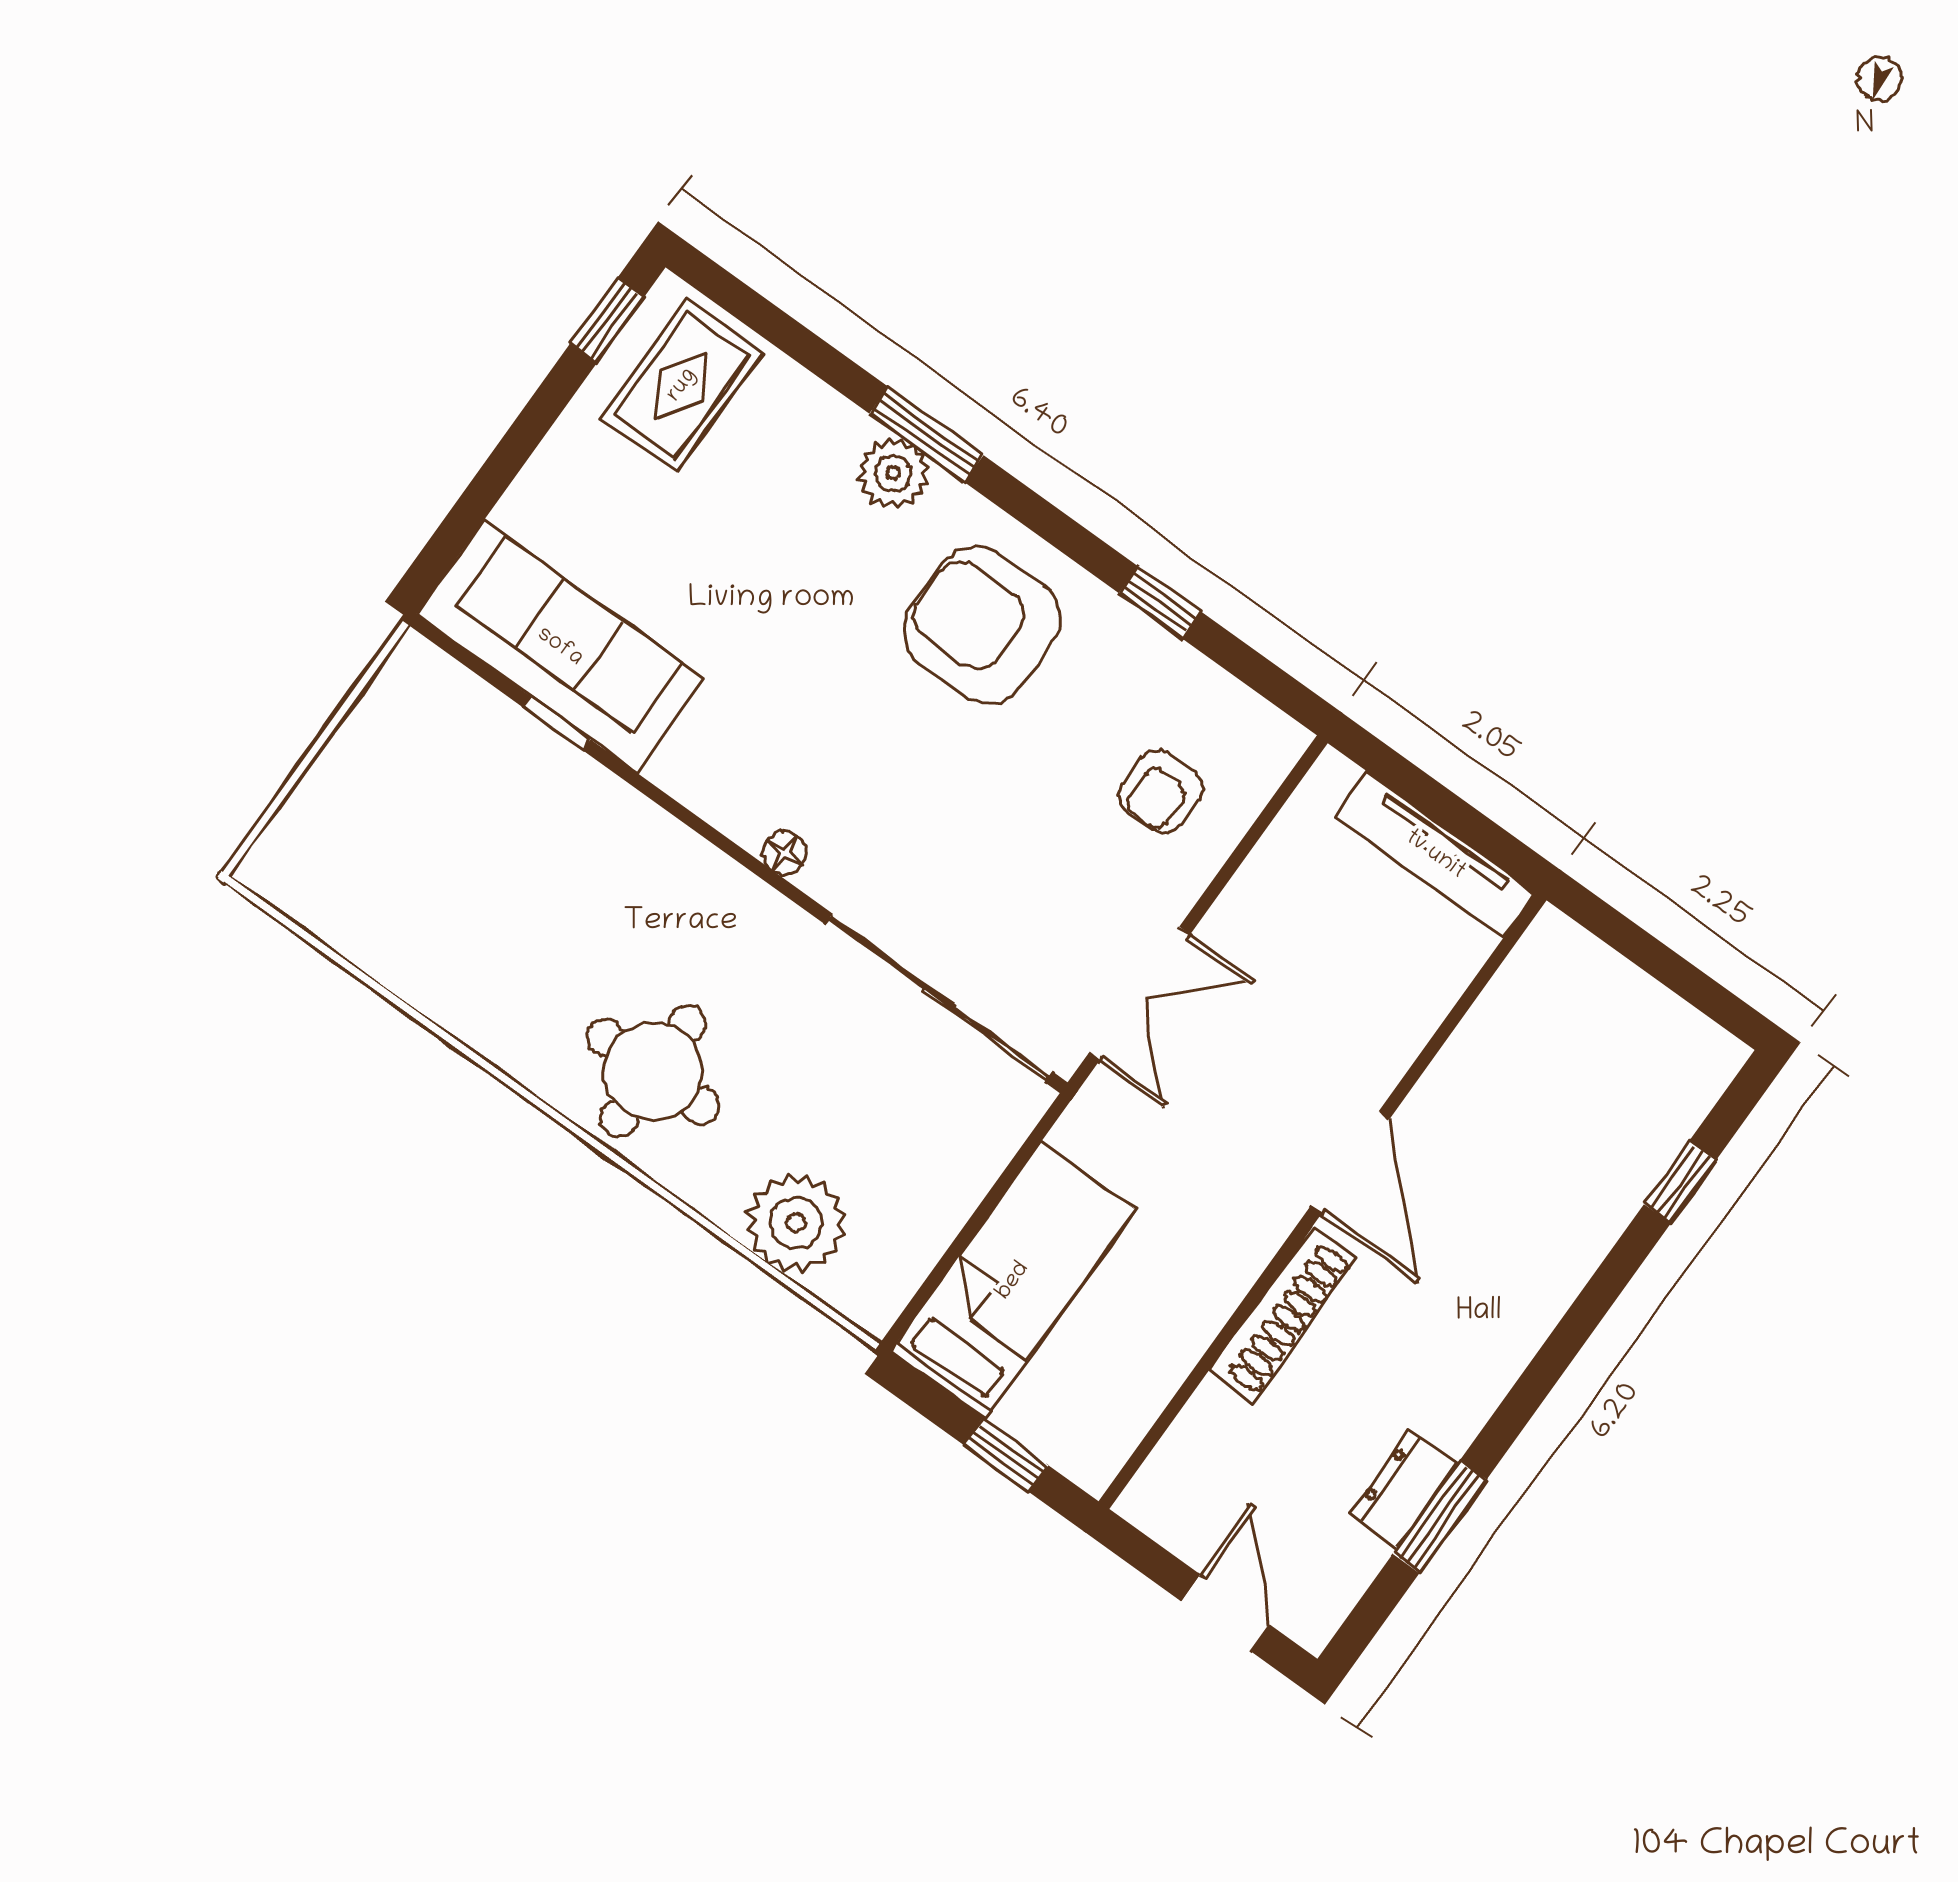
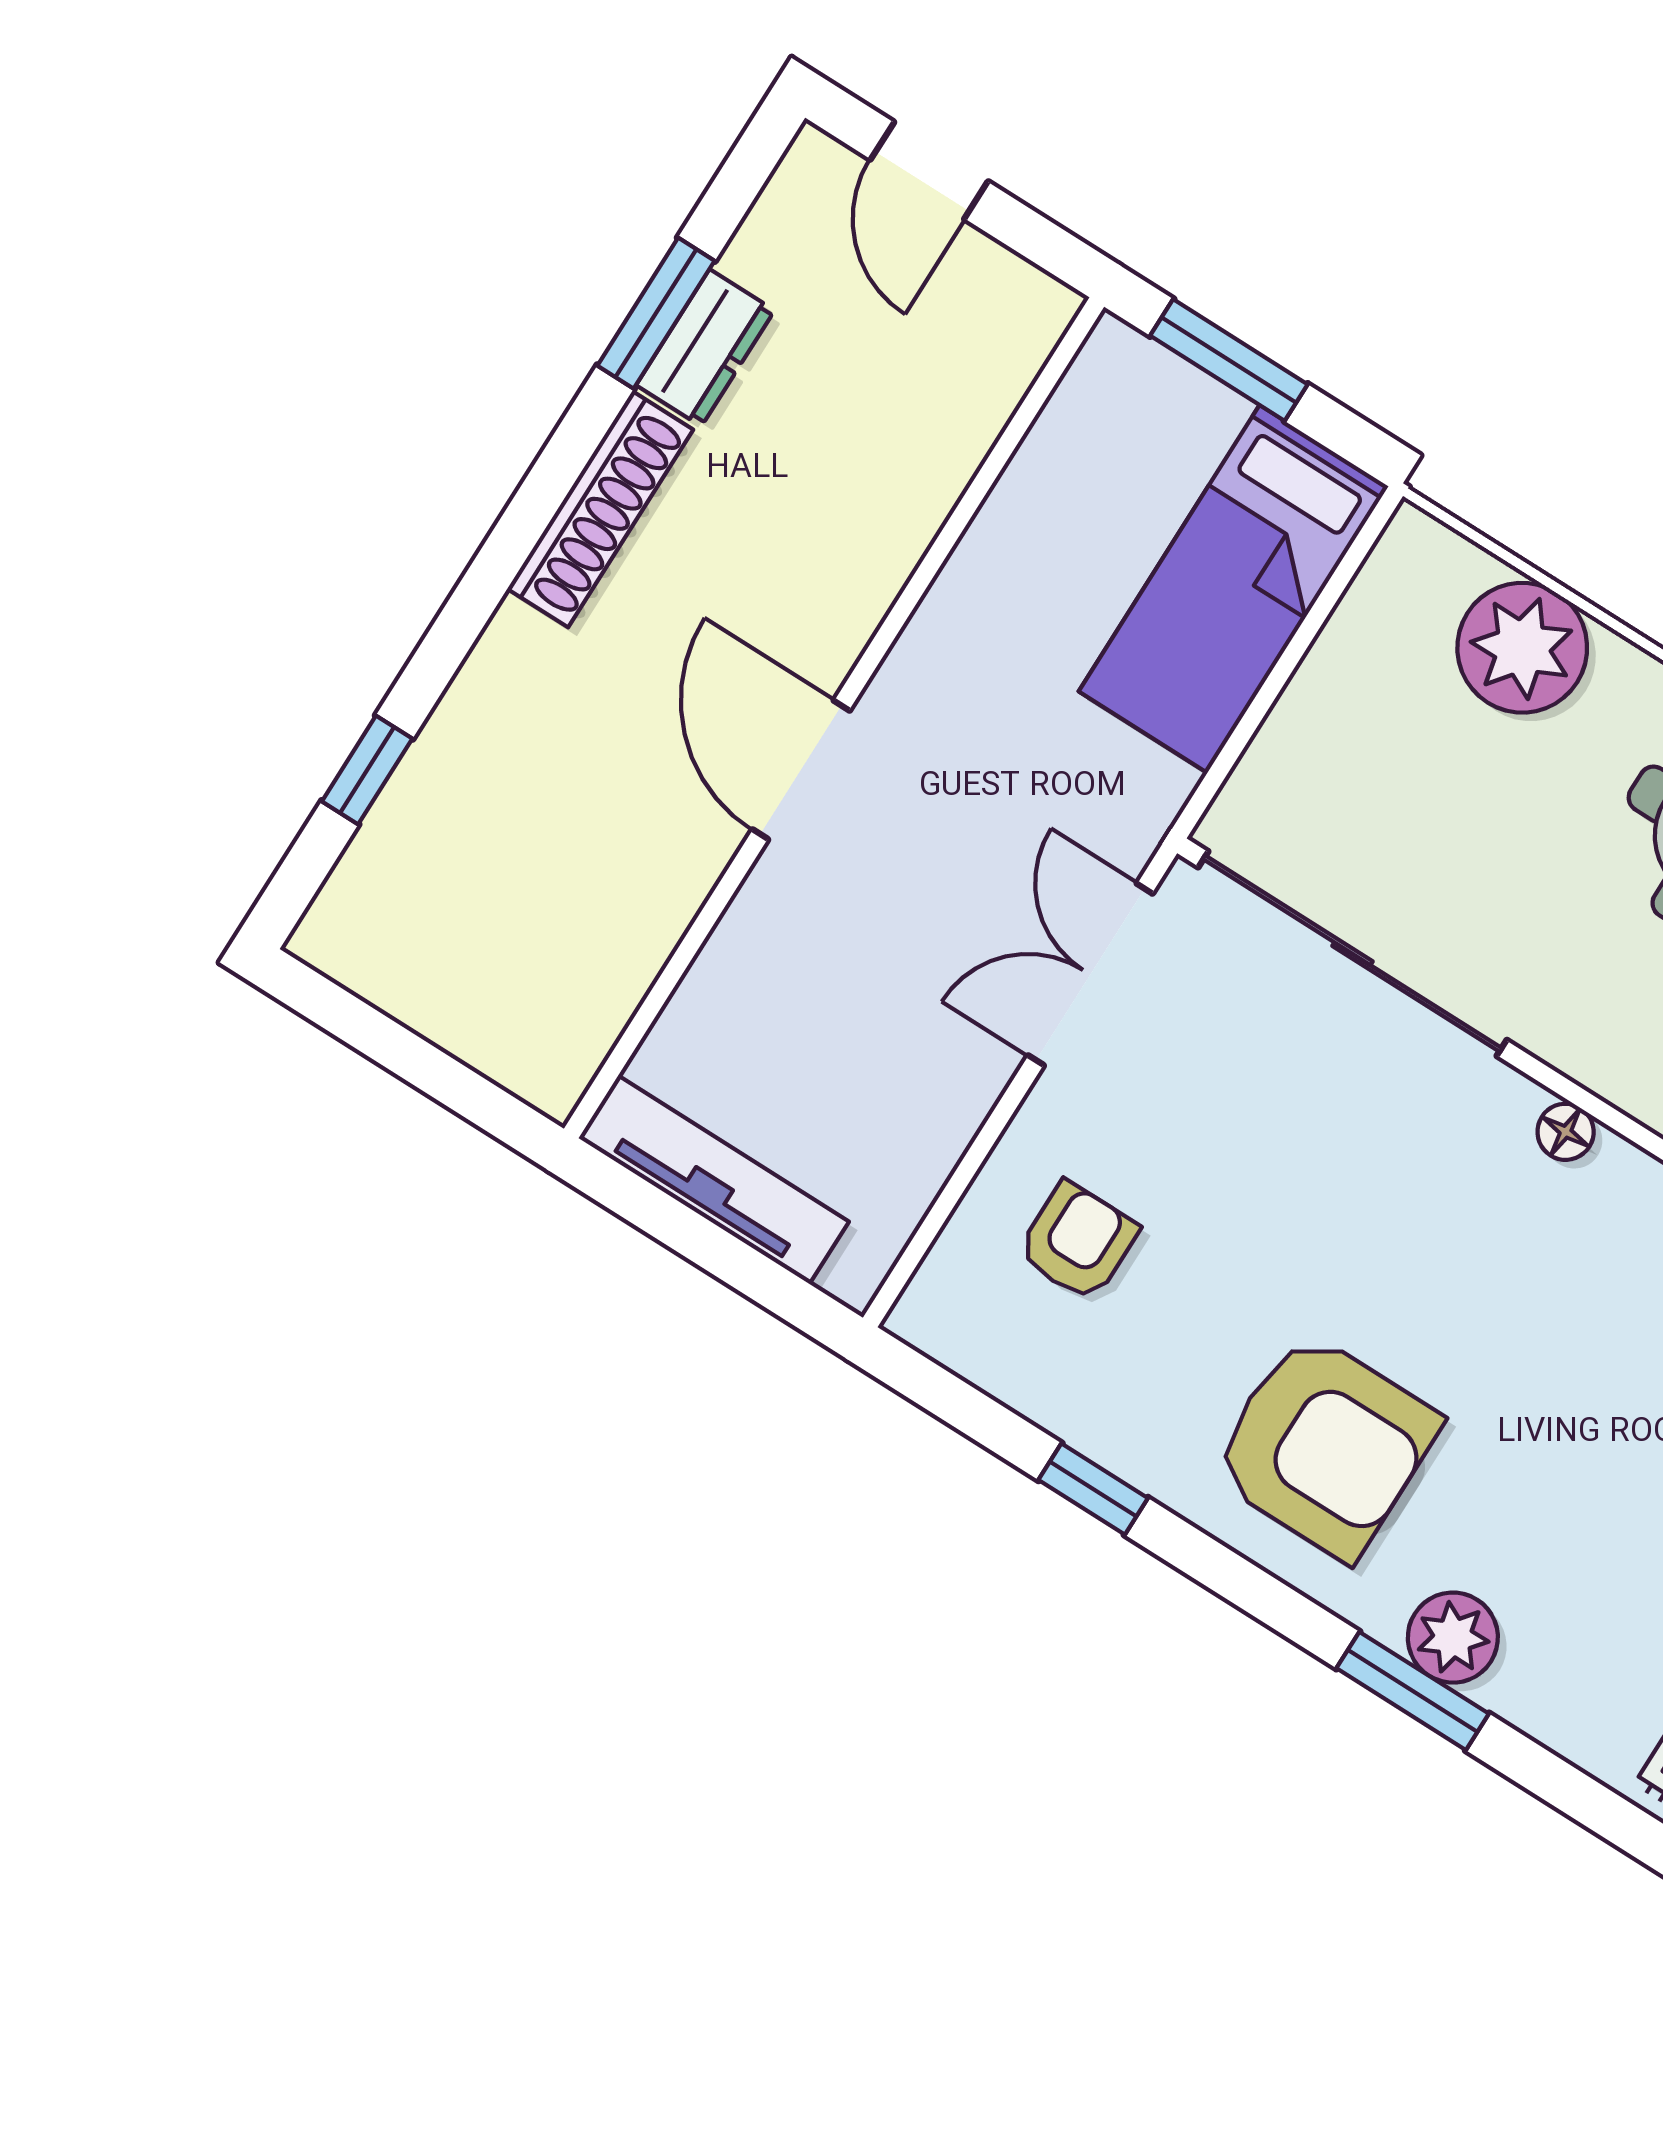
shoe rack: (1283, 1314) -> (600, 509), moved, turned 180
window: (1006, 1455) -> (1229, 360), width x1.50

